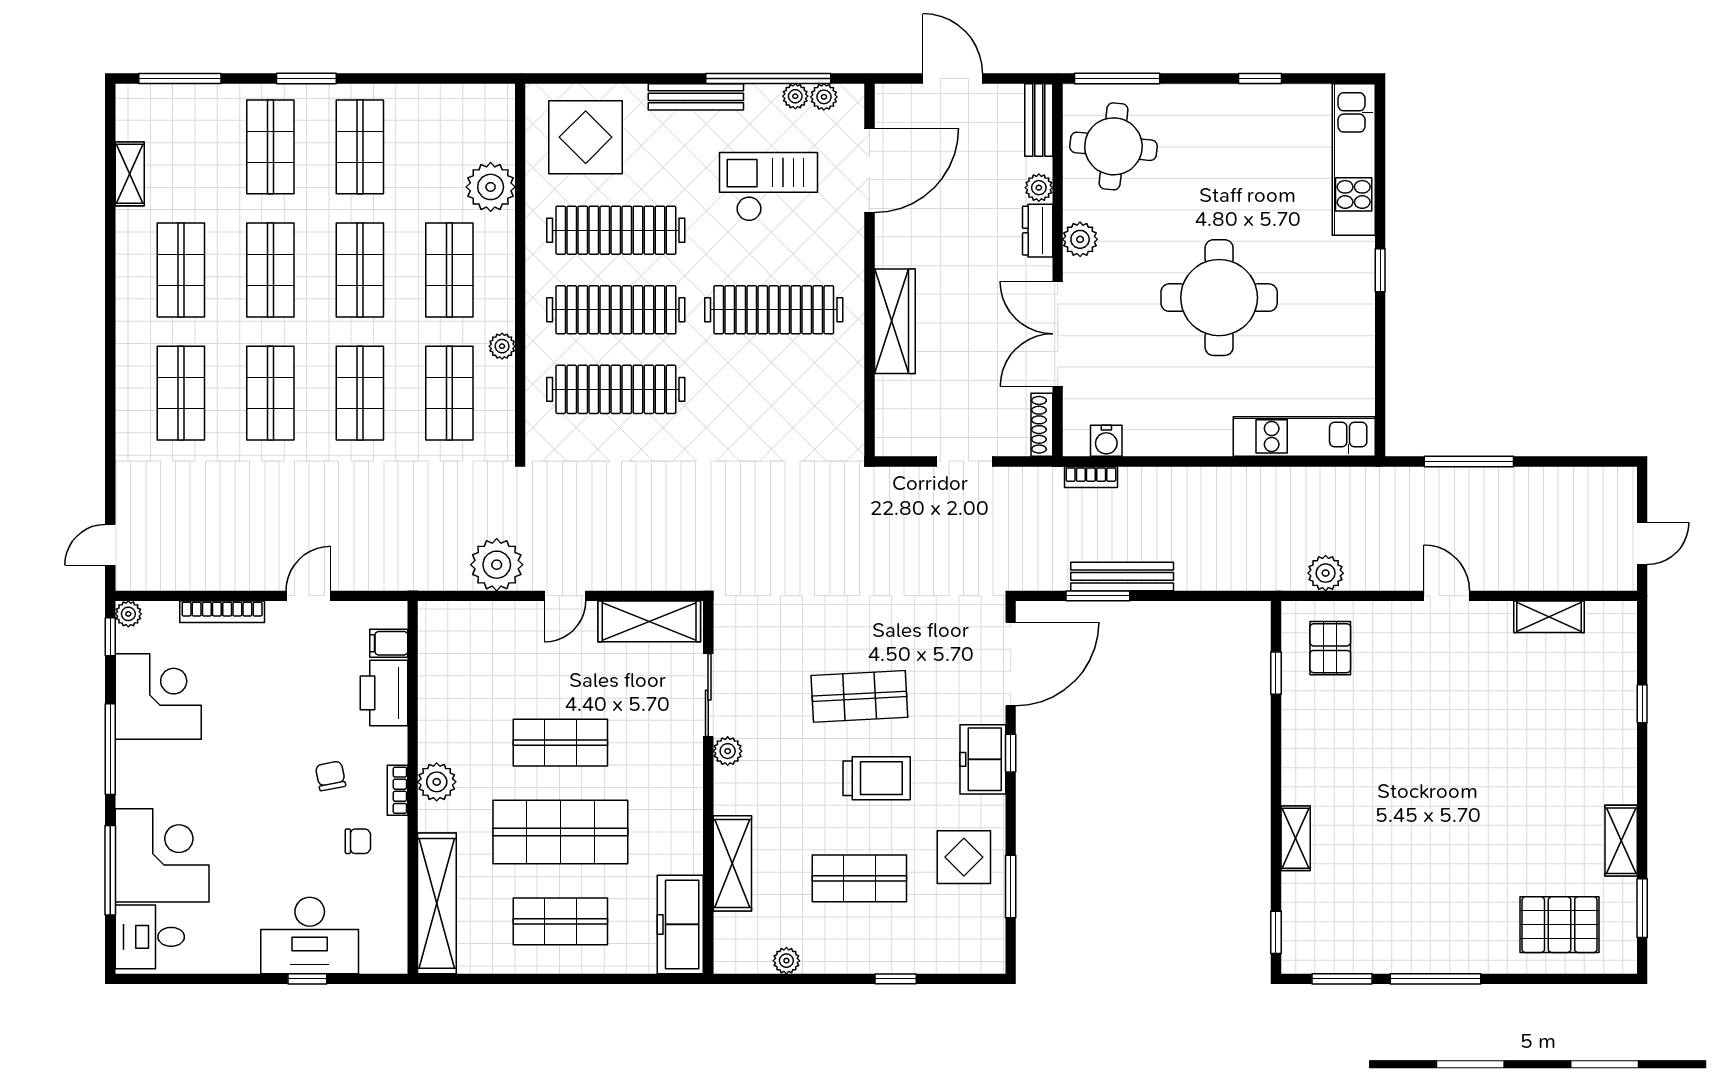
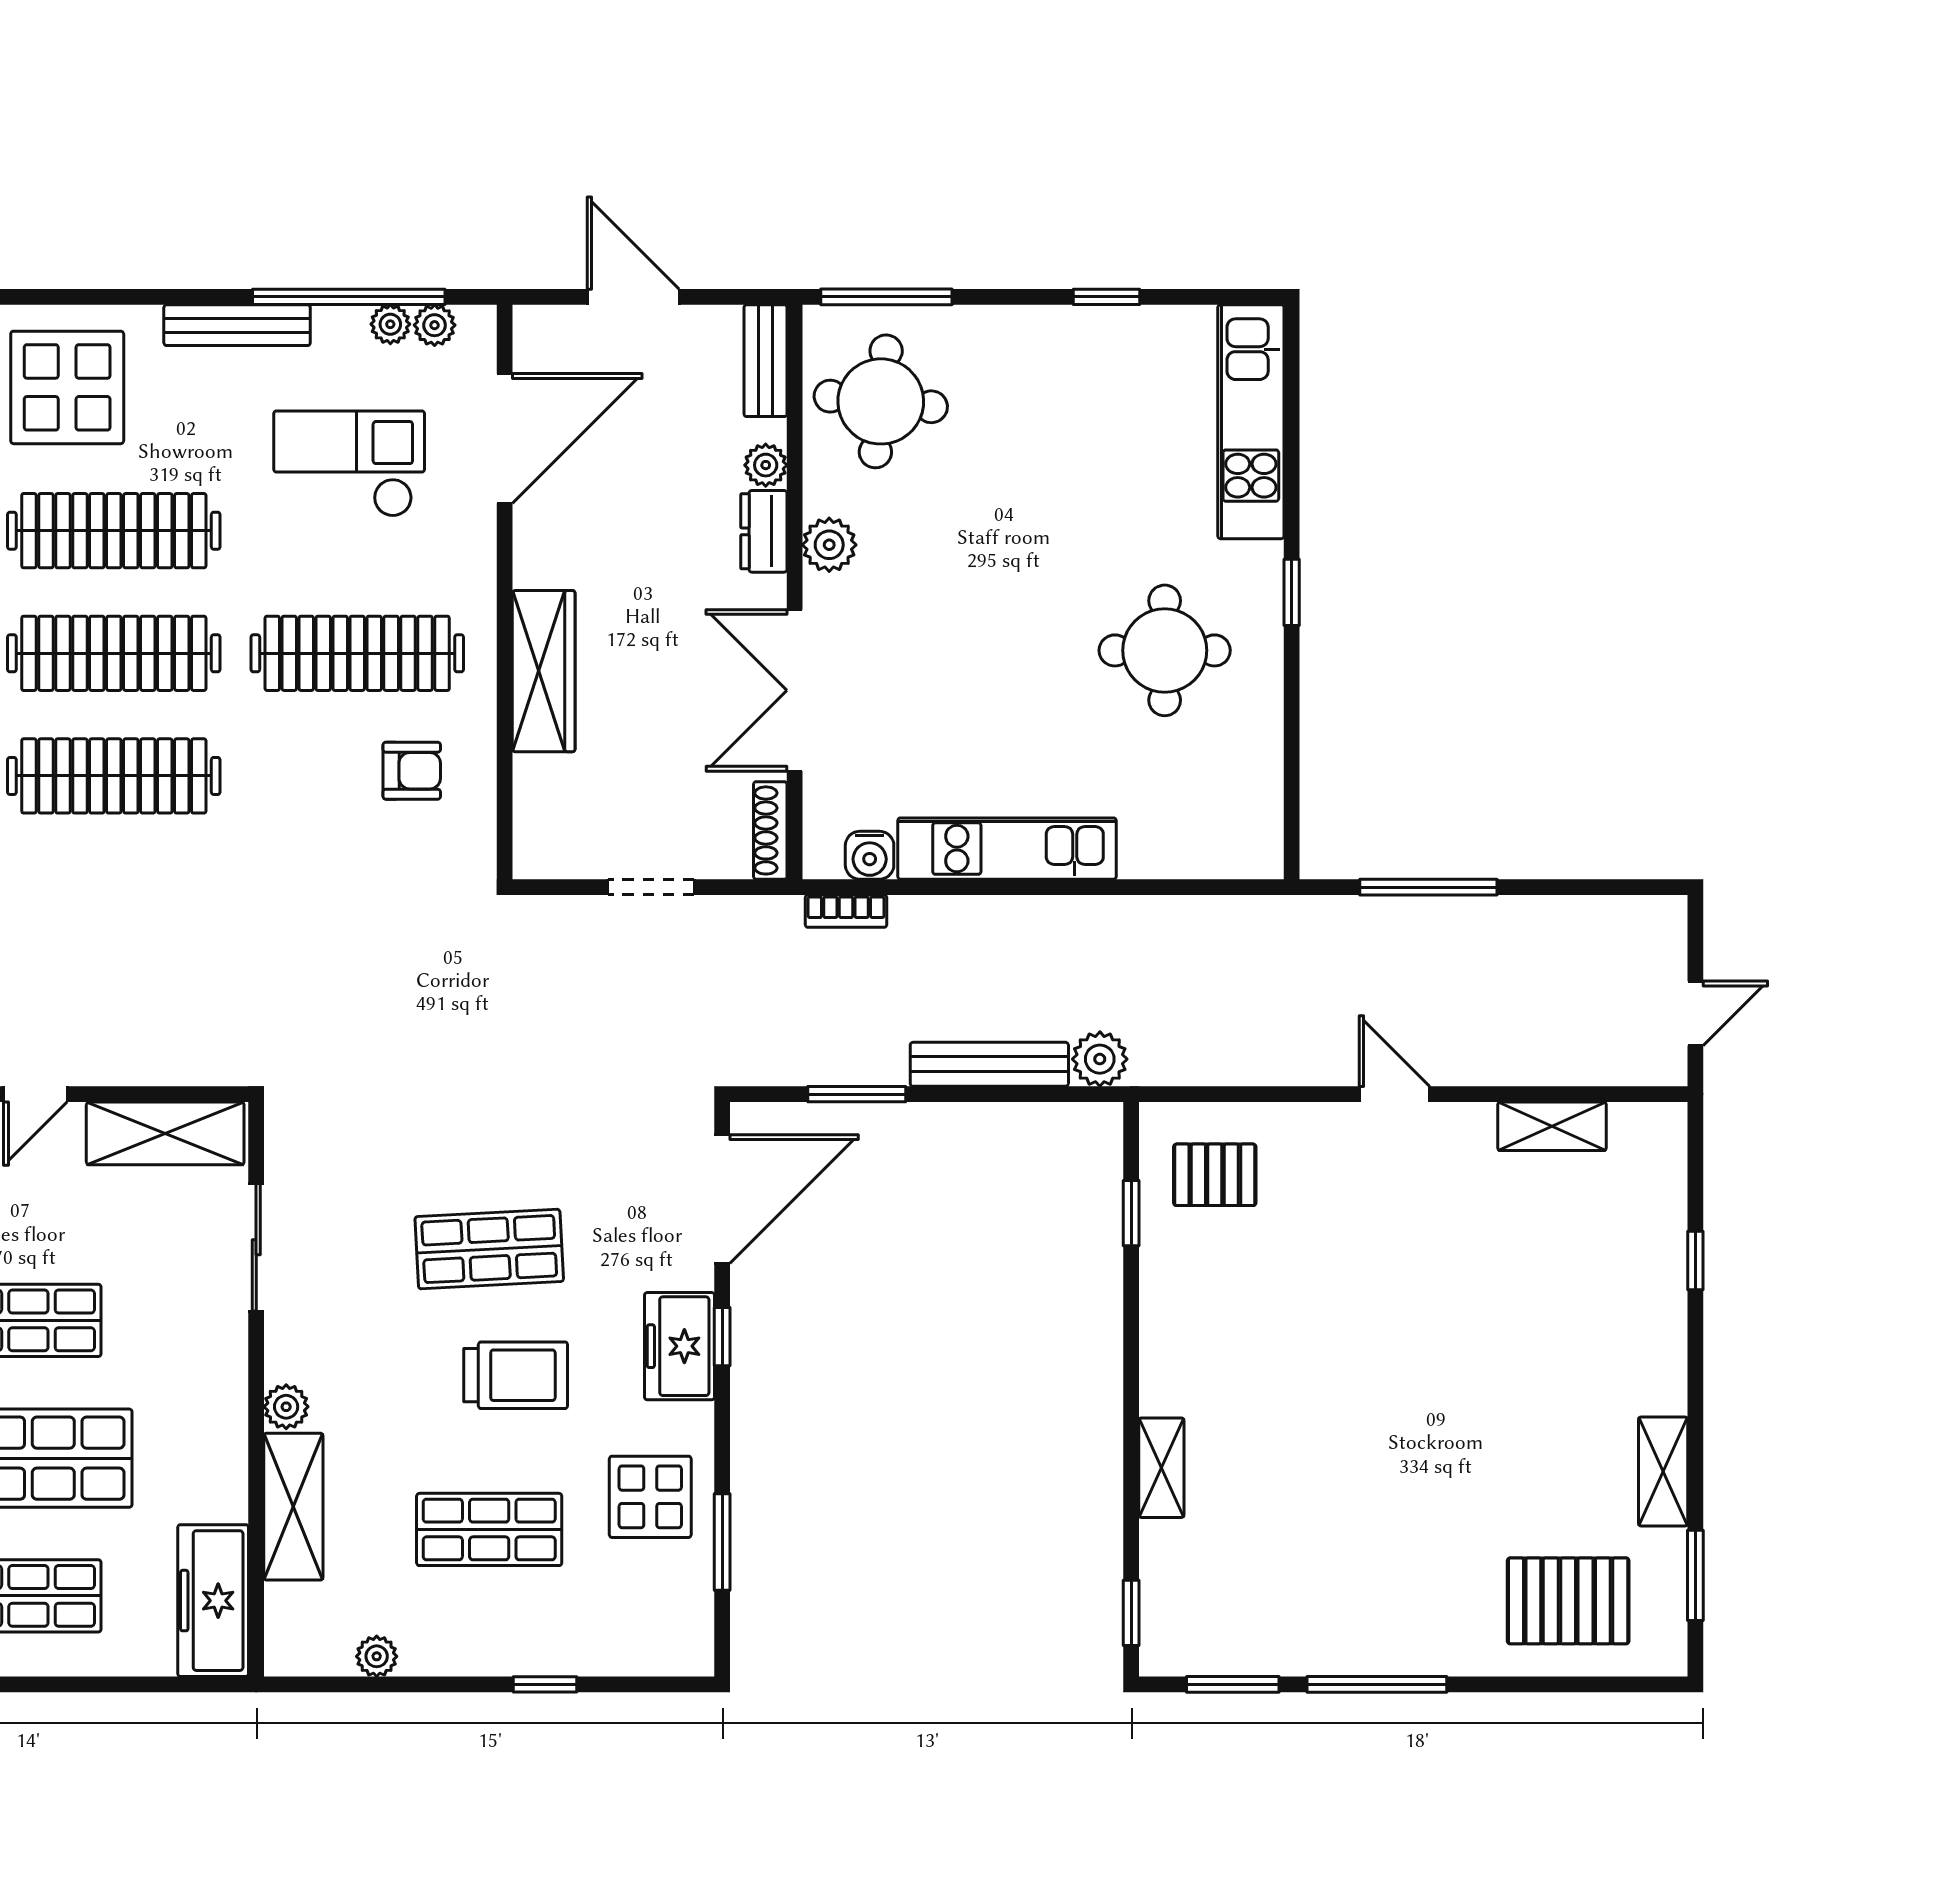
round table: (1219, 298) -> (1165, 650), moved, width x0.73, depth x0.73
armchair: (809, 386) -> (412, 771), added
kitchen unit: (1304, 436) -> (1007, 849), moved
plant: (1326, 573) -> (1100, 1059), moved
bench: (1122, 576) -> (989, 1064), moved
pallet: (1330, 648) -> (1215, 1175), turned 90
plant: (728, 751) -> (286, 1407), moved

